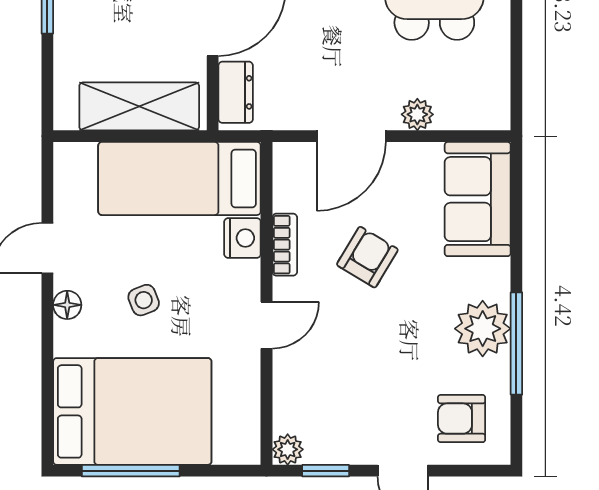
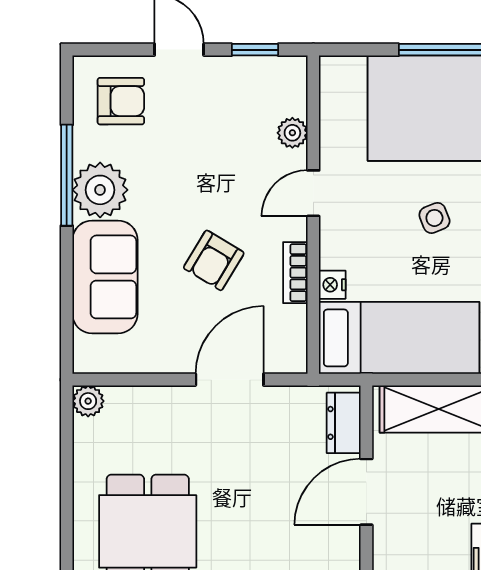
plant: (417, 114) -> (88, 401), moved
sofa: (478, 199) -> (105, 277), moved
nightstand: (242, 238) -> (332, 285), width x0.72, depth x0.74
plant: (288, 449) -> (292, 133), moved

